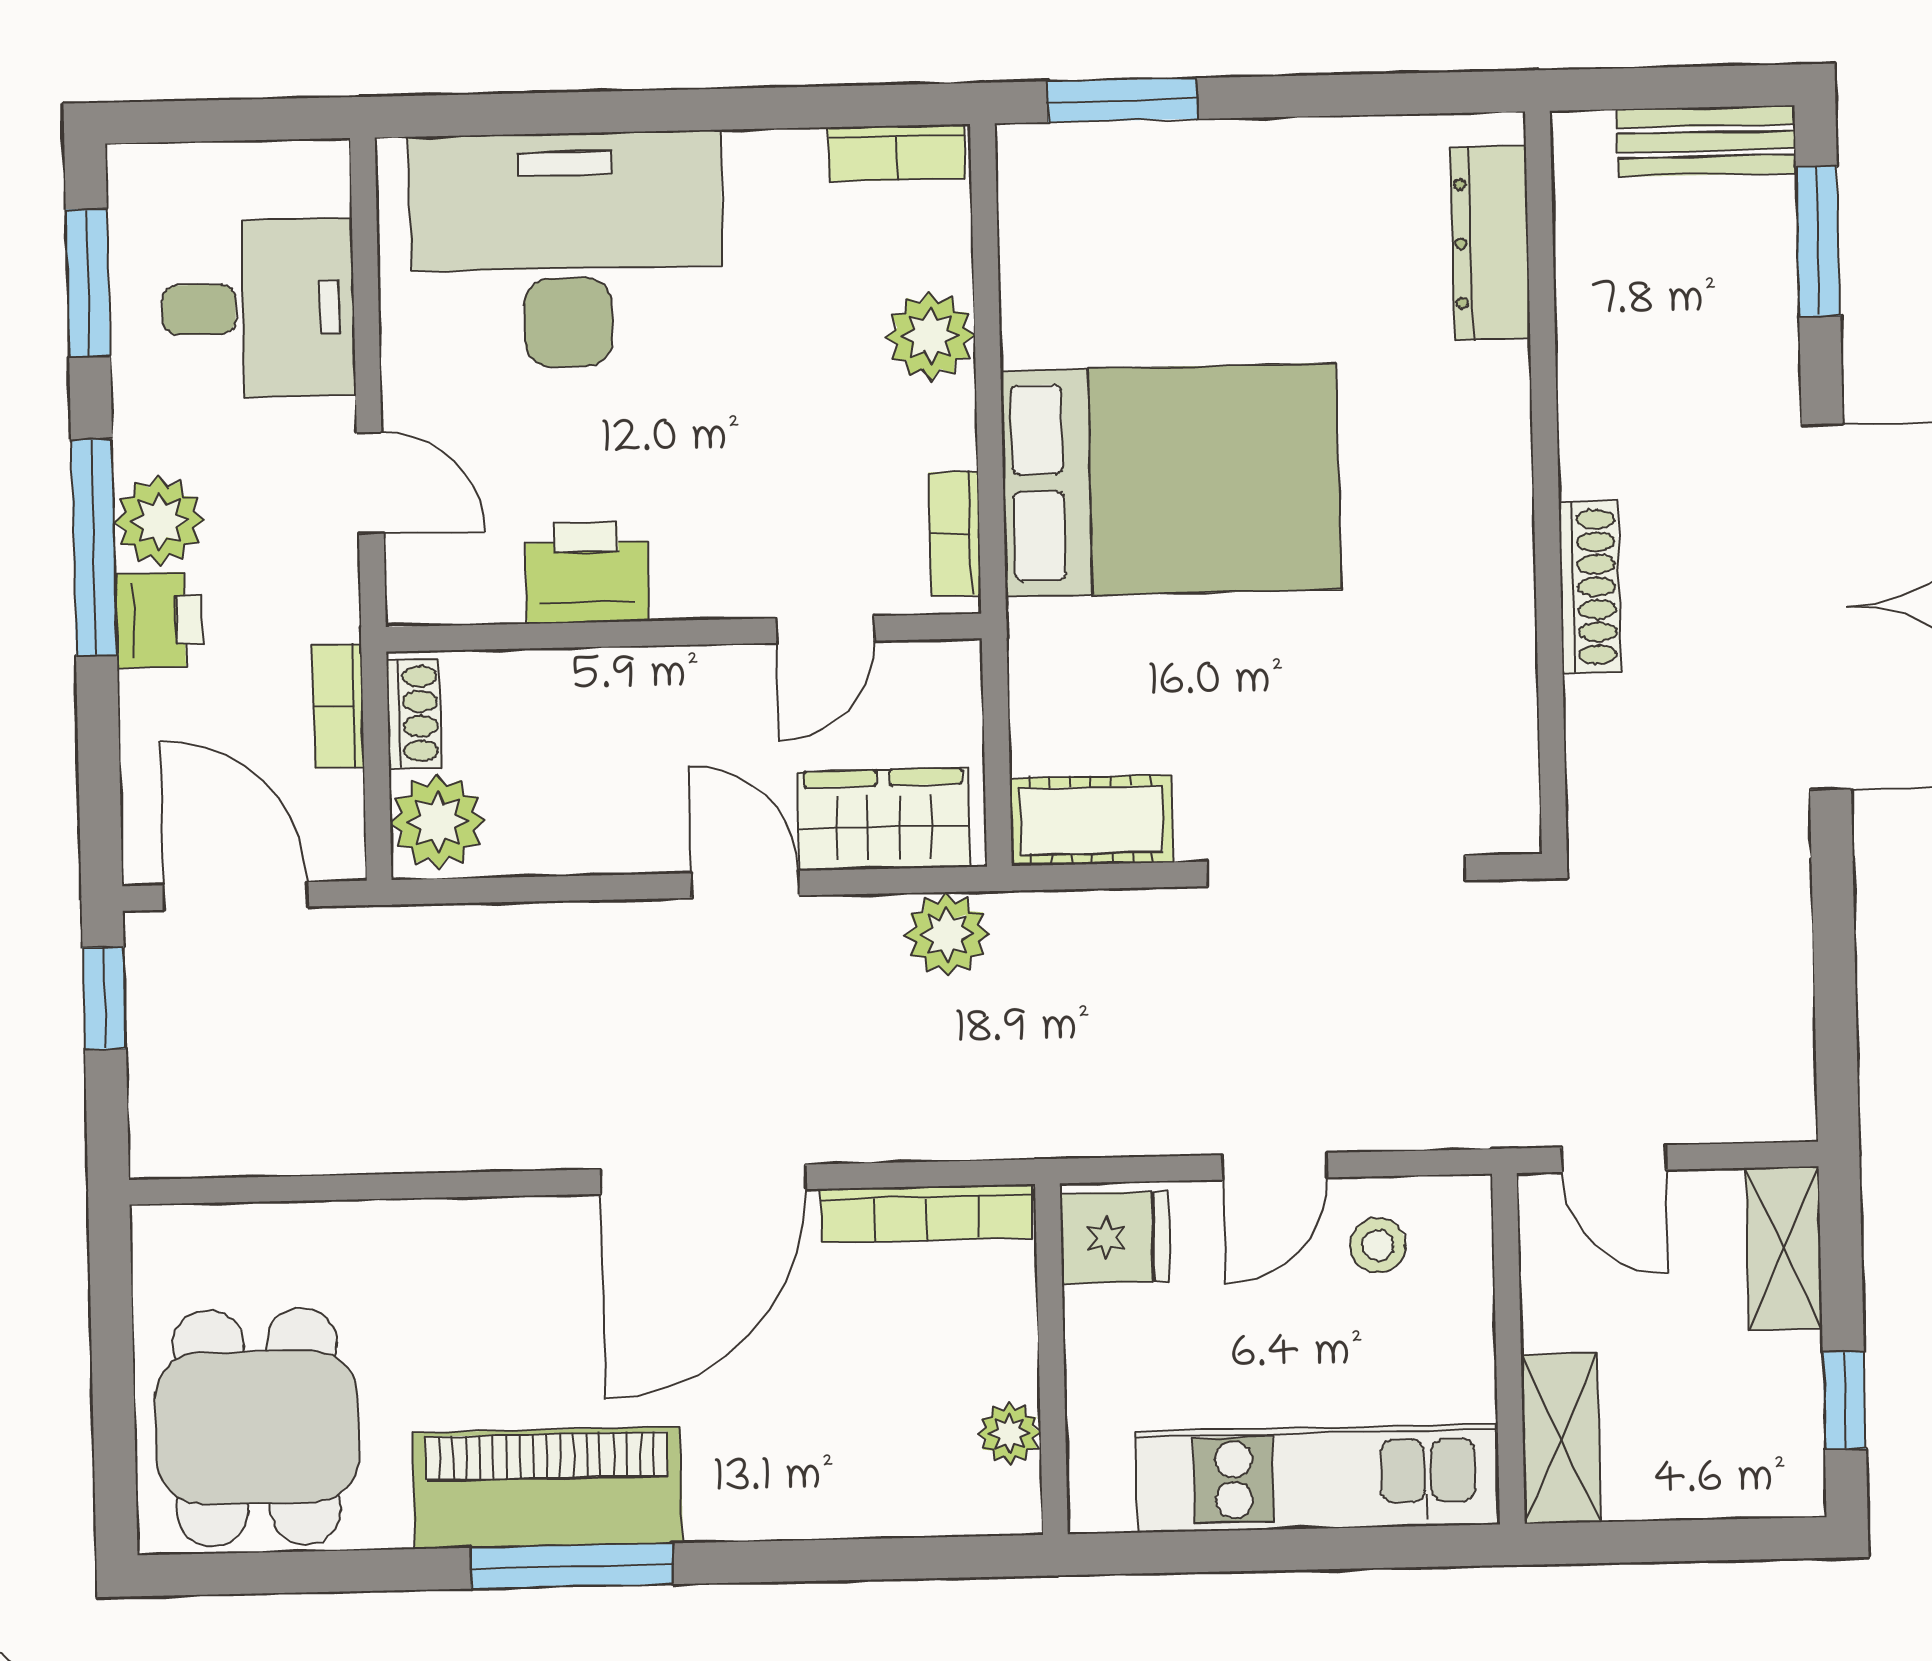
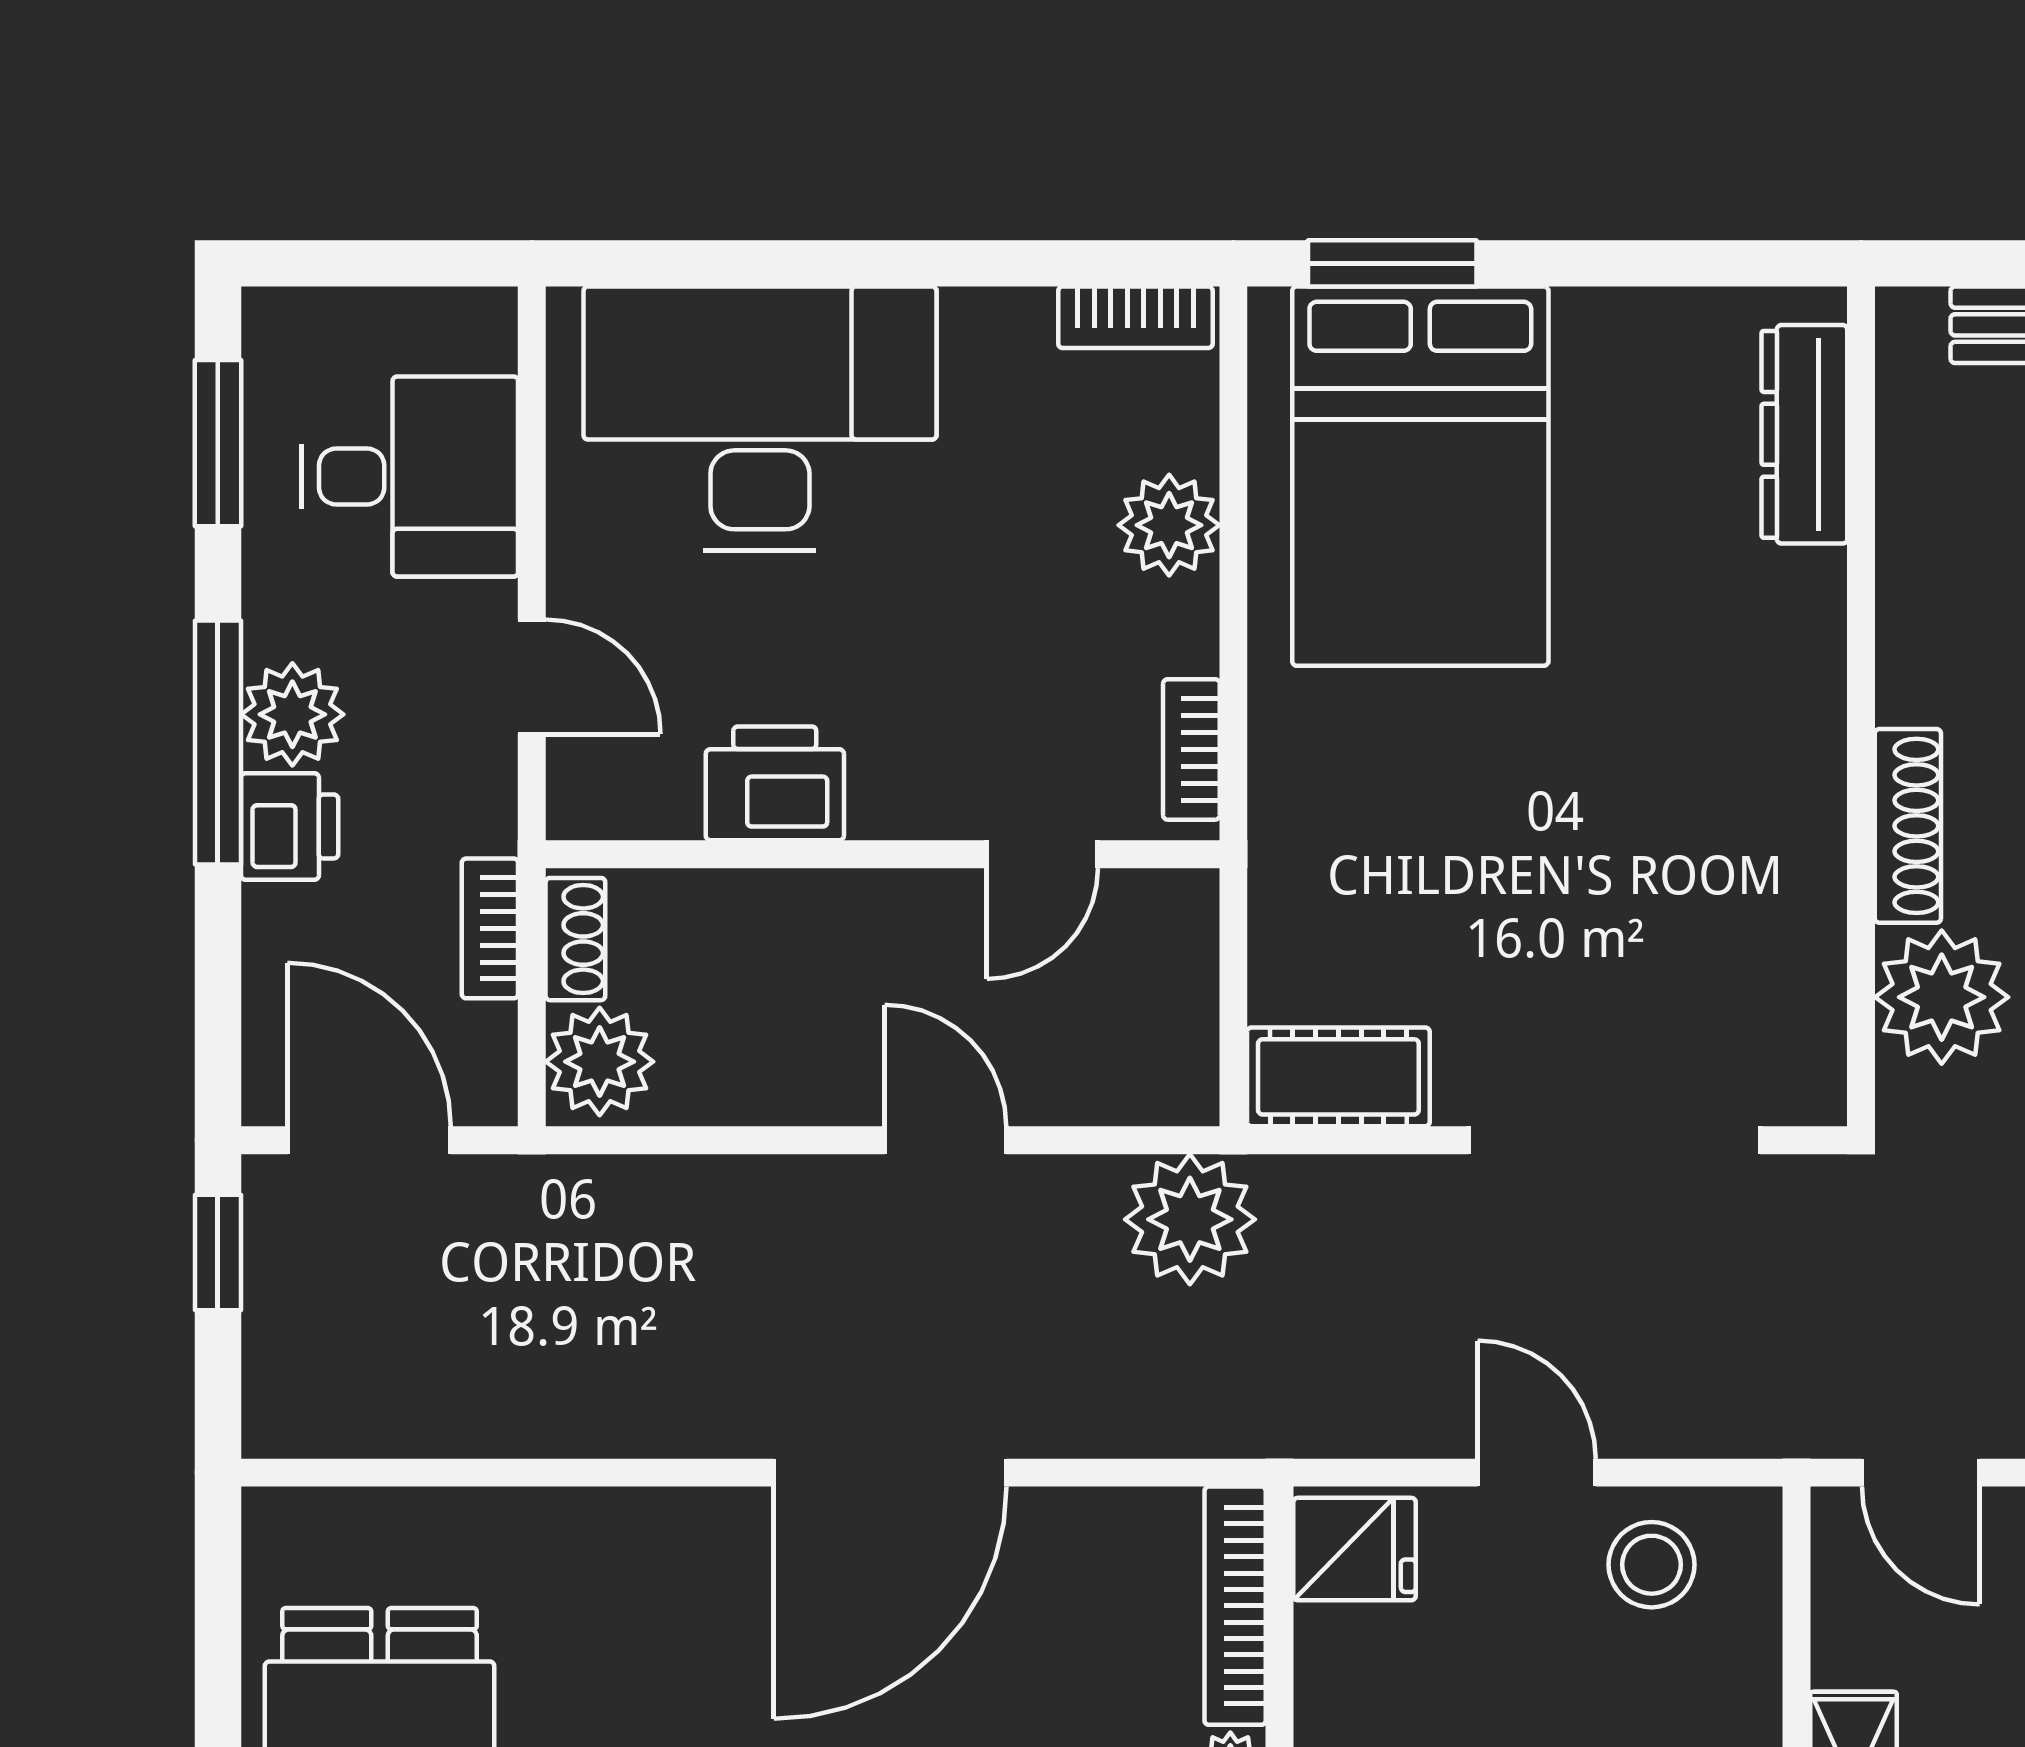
bed: (1171, 480) -> (1420, 476), moved, turned 90
plant: (1623, 738) -> (1942, 997), added
wardrobe: (884, 819) -> (1104, 1070), removed
plant: (947, 934) -> (1190, 1219), width x1.36, depth x1.36
door: (1275, 1166) -> (1537, 1473), swing flipped
bookcase: (926, 1213) -> (1235, 1606), moved, turned 90
stool: (1378, 1245) -> (1652, 1565), width x1.37, depth x1.37

